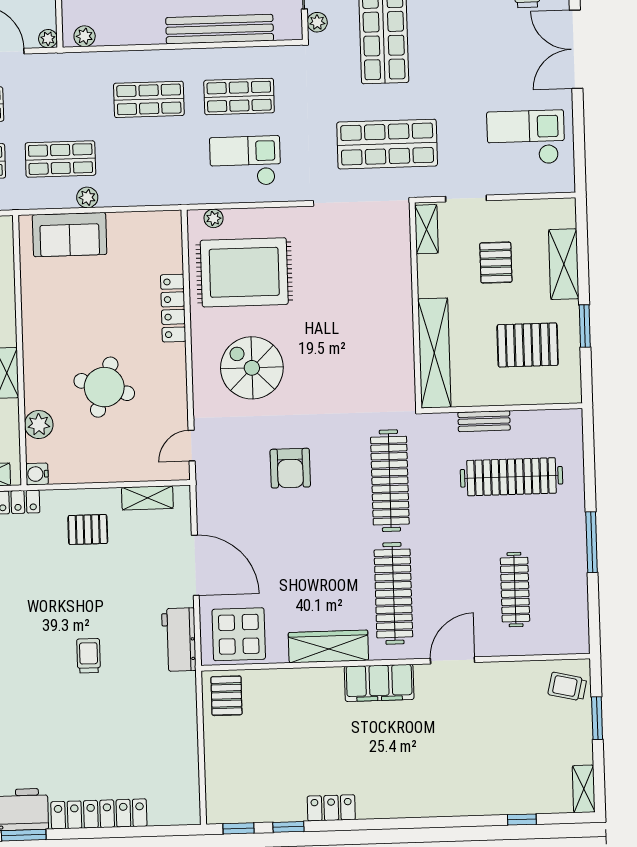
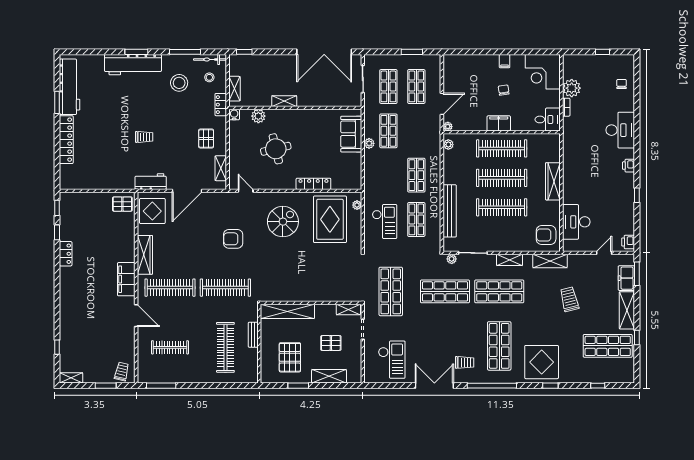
round table: (104, 387) -> (276, 149), turned -30
window: (592, 542) -> (161, 386), moved

